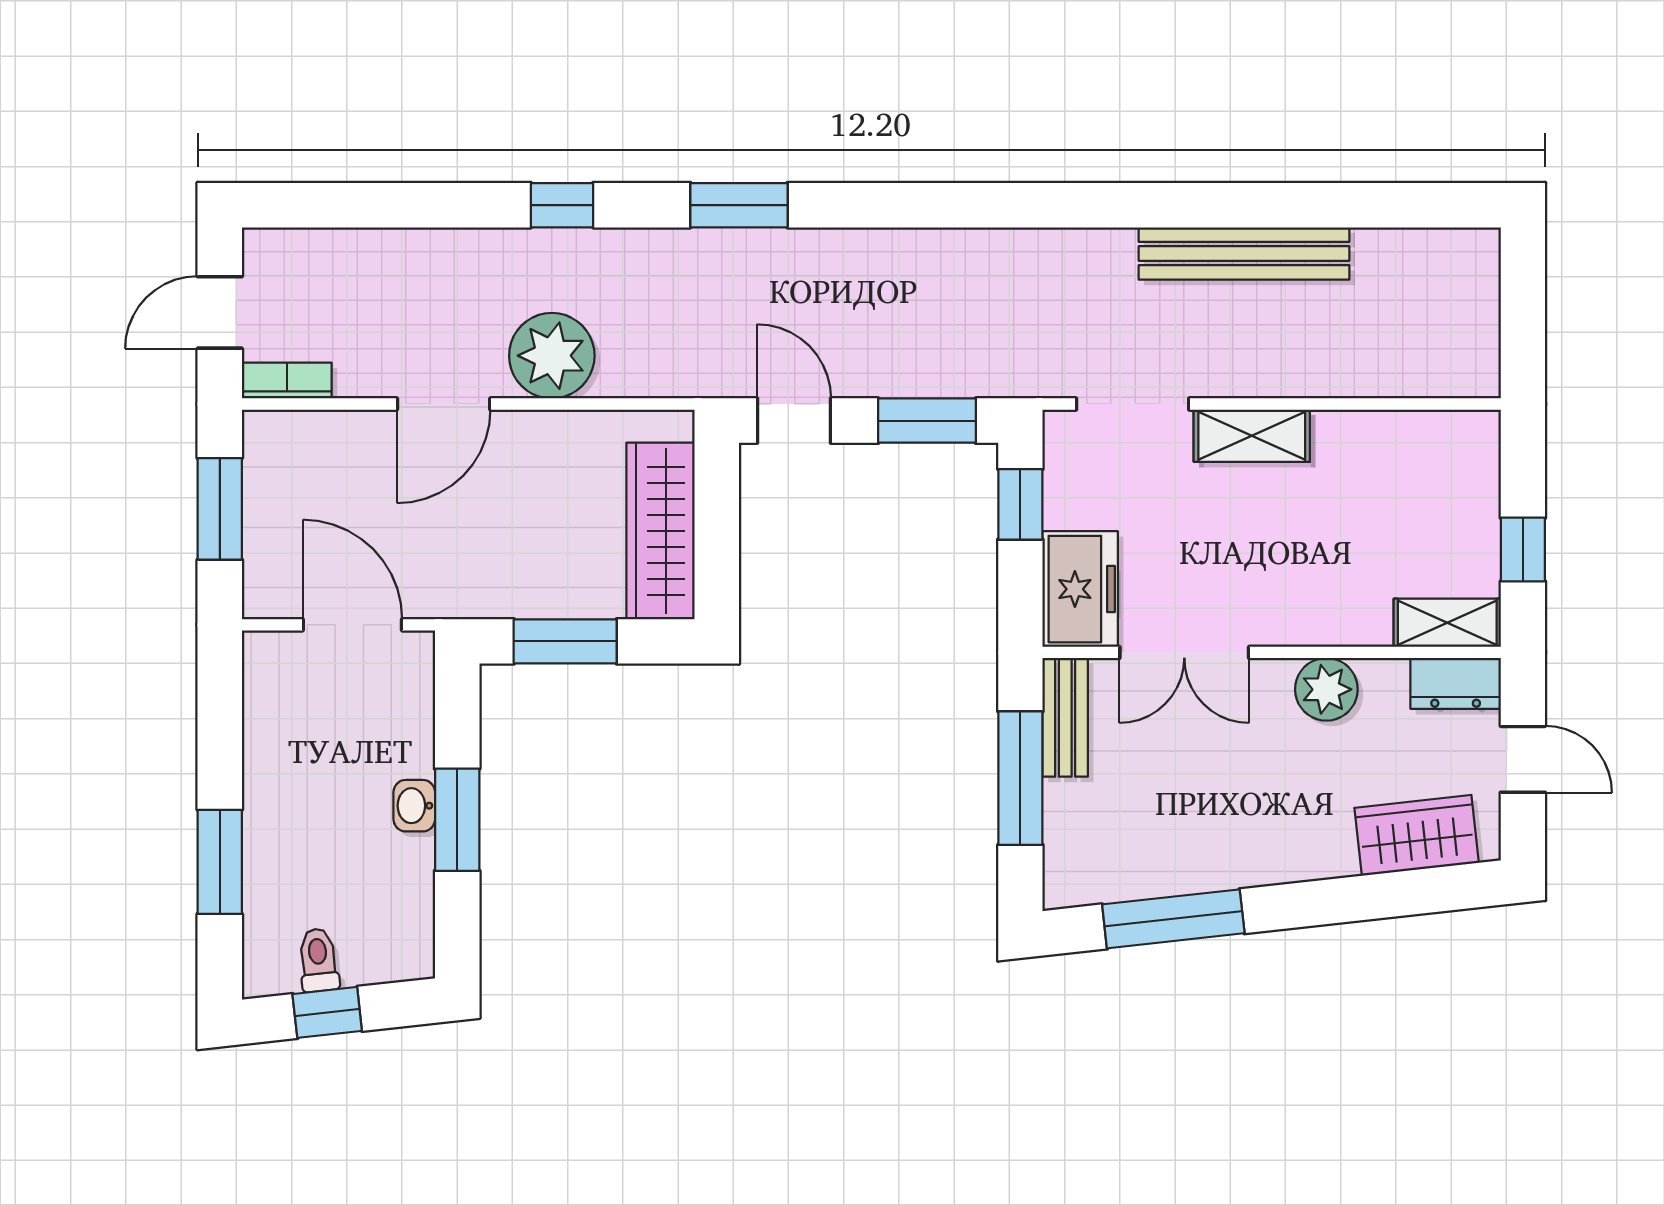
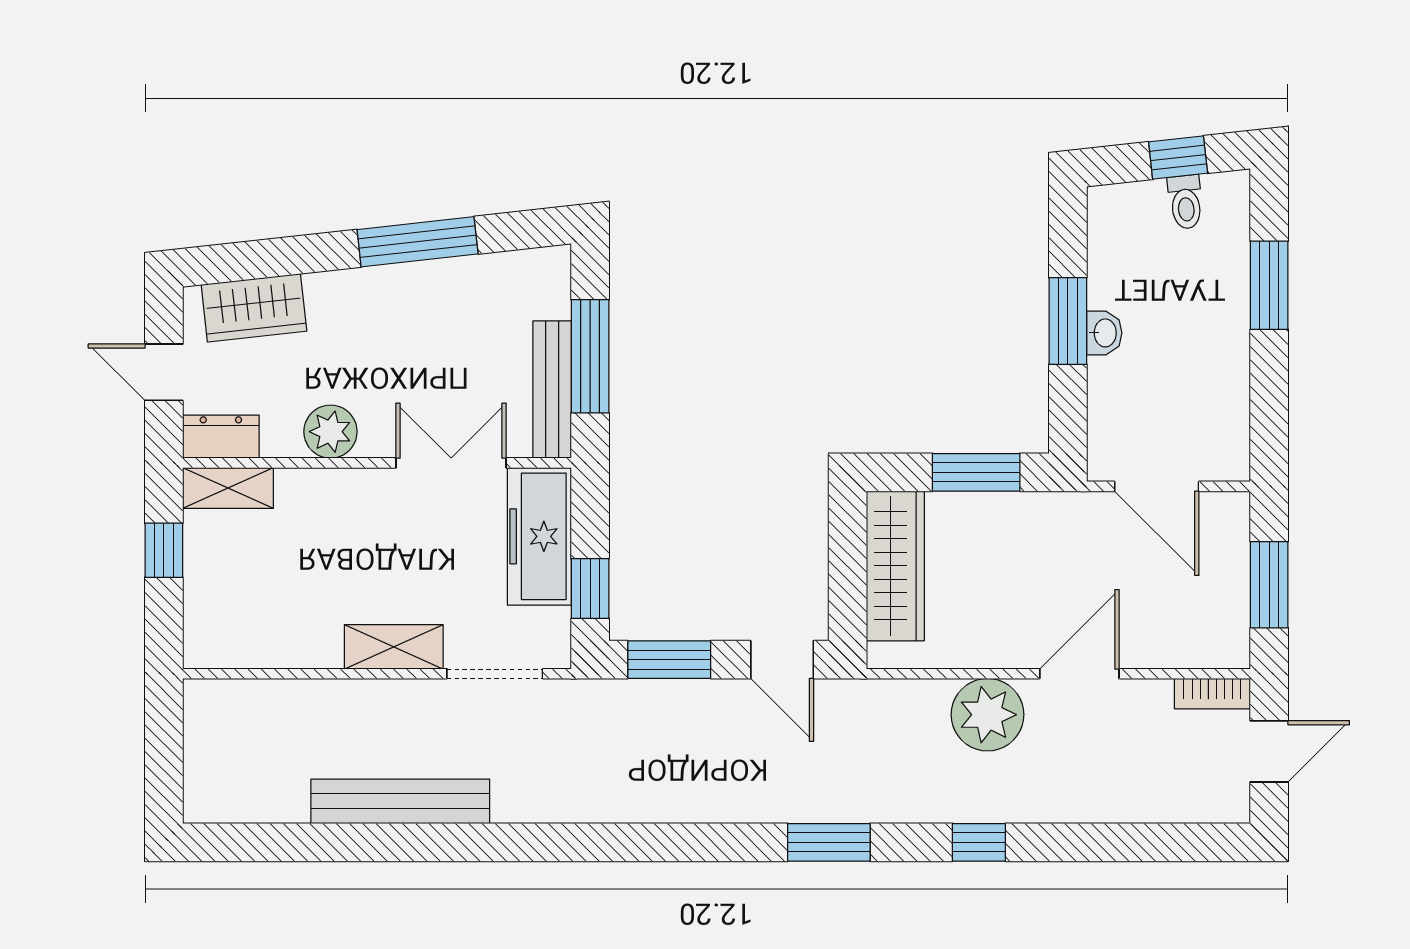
freezer: (1080, 589) -> (539, 536), width x1.40
bench: (1065, 717) -> (552, 390), width x1.36
window: (1173, 919) -> (418, 242), moved

